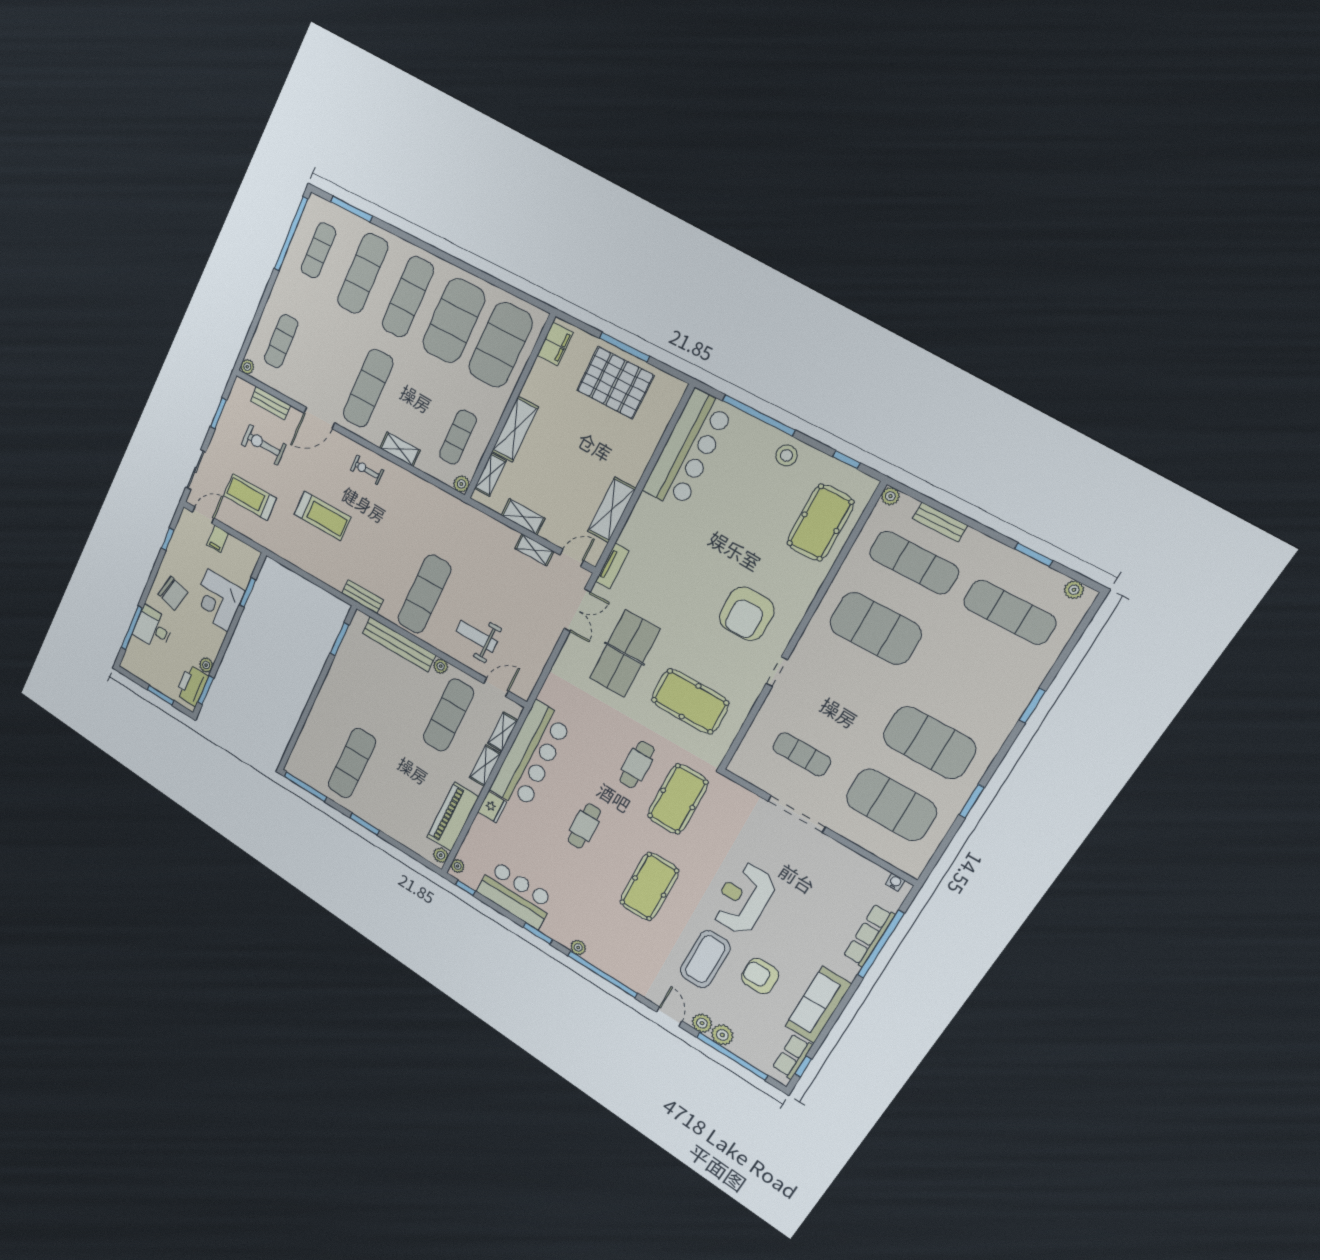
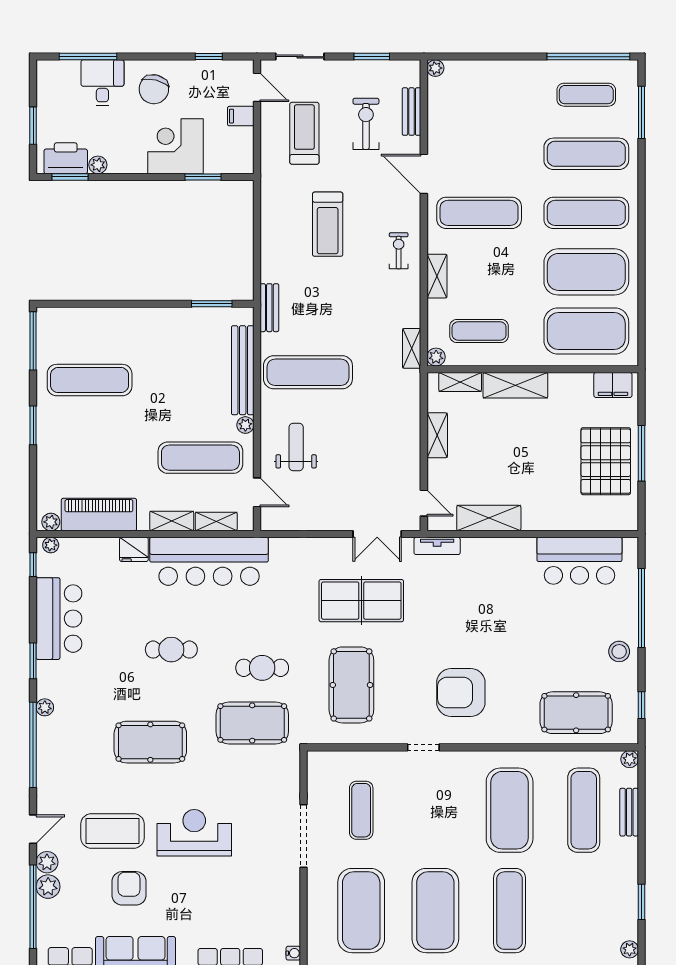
exercise mat: (281, 341) -> (479, 95), removed
bar counter: (688, 450) -> (579, 561), width x0.73
shelving: (534, 550) -> (412, 348), moved
exercise mat: (1010, 612) -> (510, 911), moved

